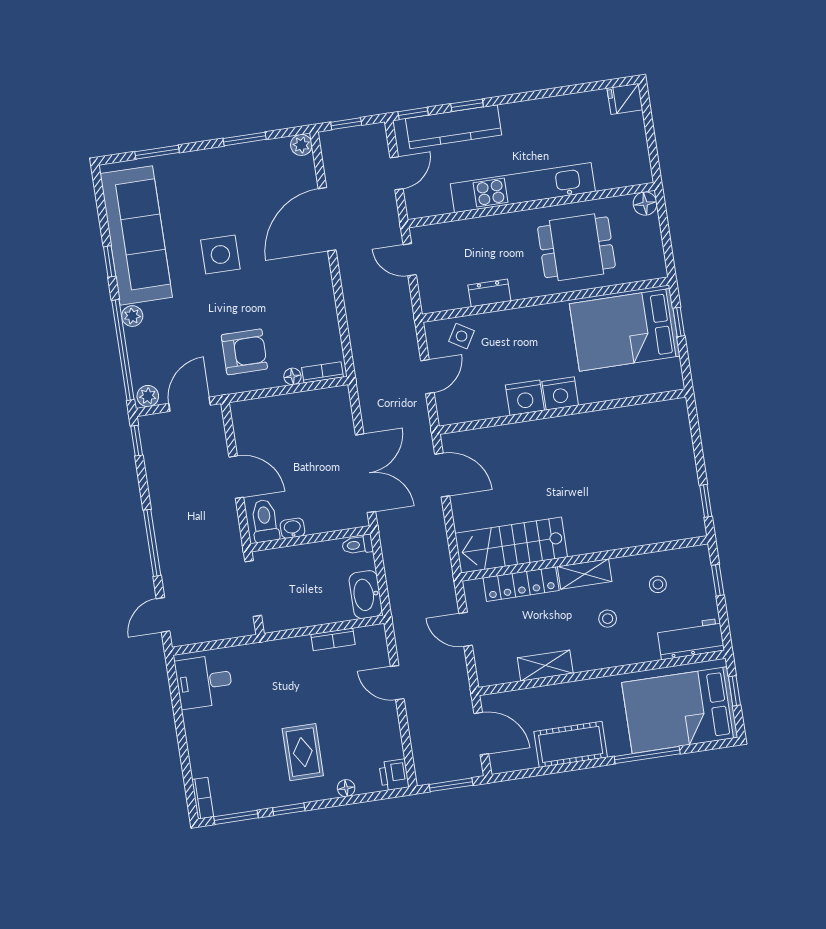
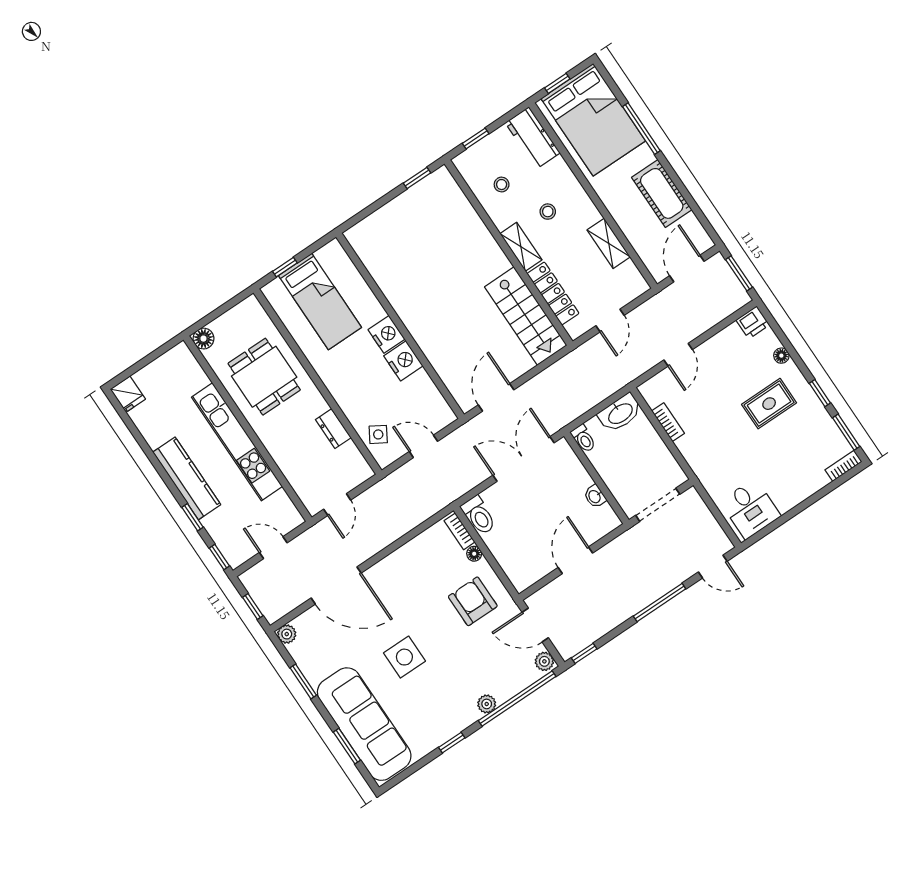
kitchen counter: (454, 127) -> (187, 478), moved
sofa: (136, 235) -> (364, 724), moved, turned 90
bed: (625, 330) -> (320, 301), width x0.67
toilet: (265, 521) -> (479, 515), moved, turned -90

